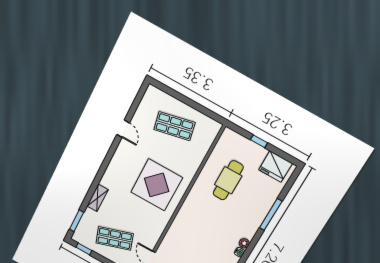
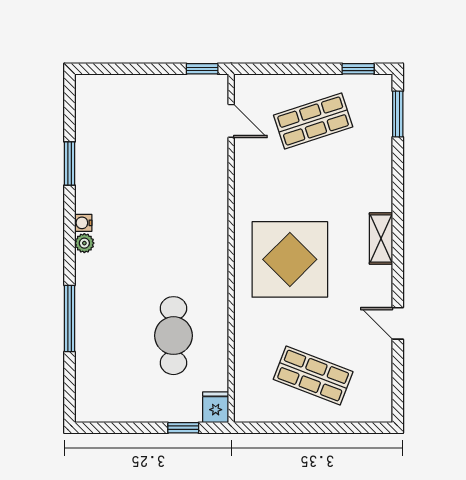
shop shelf: (174, 126) -> (313, 376), turned 33
window: (259, 141) -> (183, 428), moved
fridge: (275, 167) -> (216, 407), moved, width x0.53, depth x0.75
shelving: (98, 198) -> (381, 239), moved

